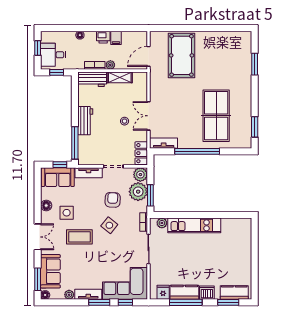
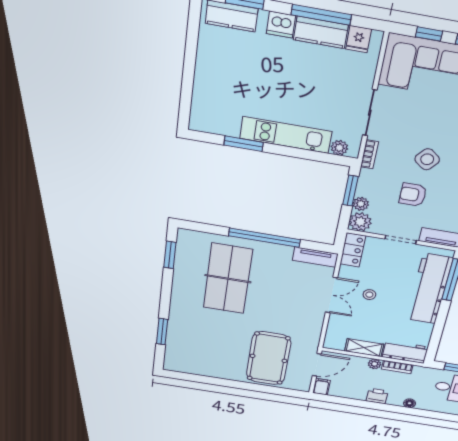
filing cabinet: (116, 38) -> (322, 387), moved
workbench: (85, 121) -> (429, 289), width x1.88, depth x1.32
plant: (138, 192) -> (361, 204), width x0.53, depth x0.53
armchair: (113, 200) -> (413, 195), turned 87
window: (218, 215) -> (244, 144), added

